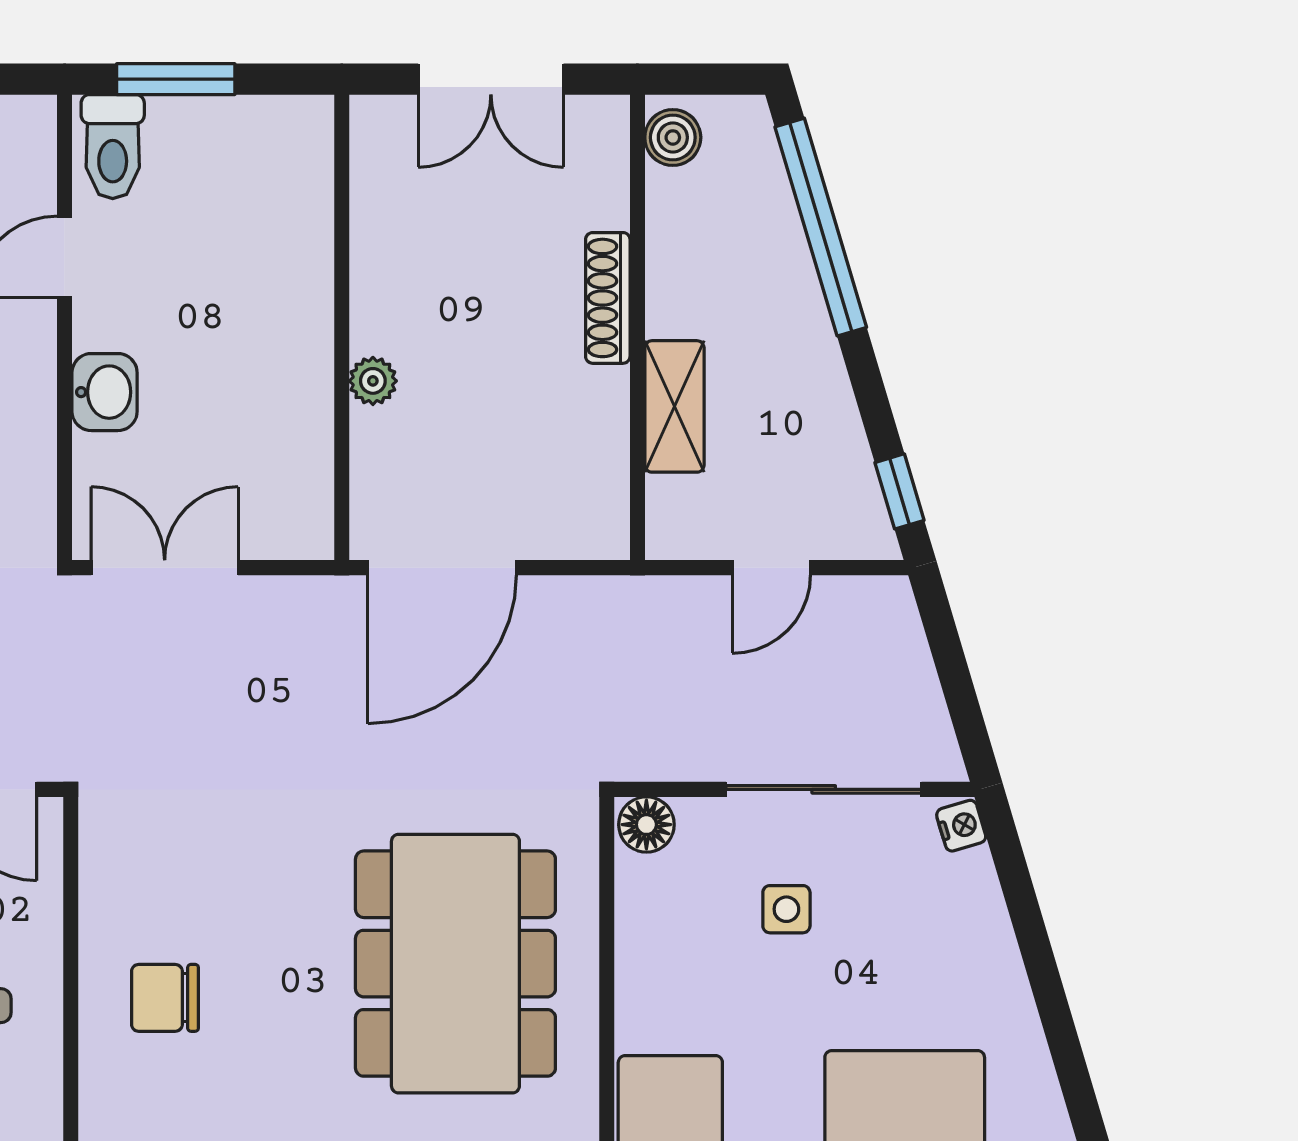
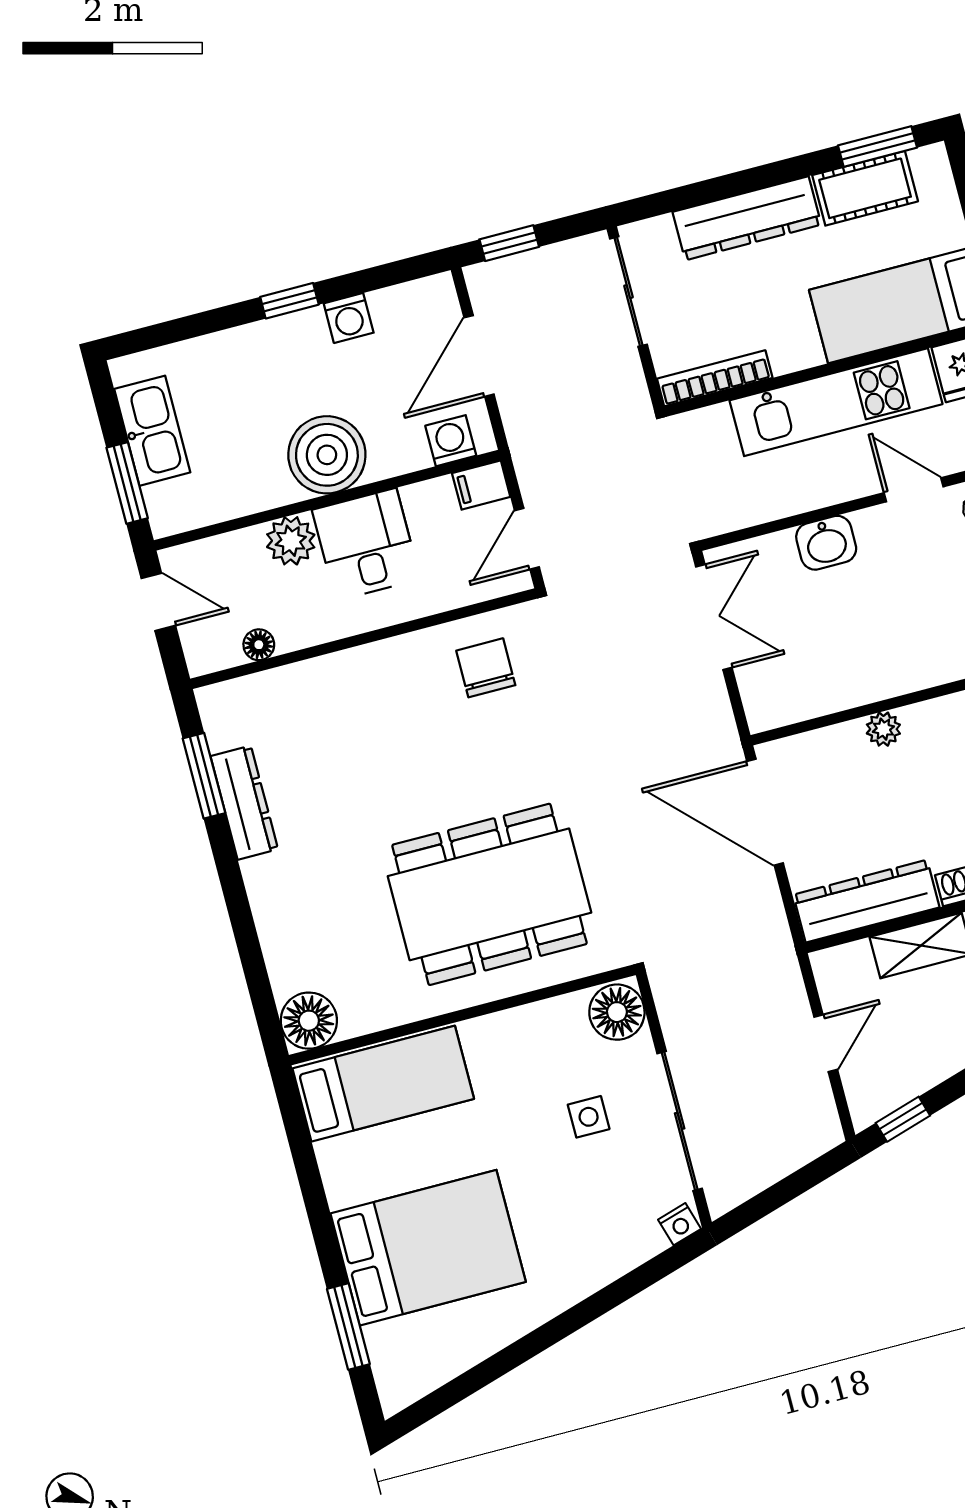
dresser: (596, 464) -> (866, 901), added
door: (771, 568) -> (826, 1043), swing flipped
floor lamp: (646, 825) -> (617, 1012), width x1.38, depth x1.38
chair: (165, 998) -> (486, 668), moved

